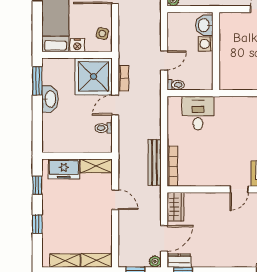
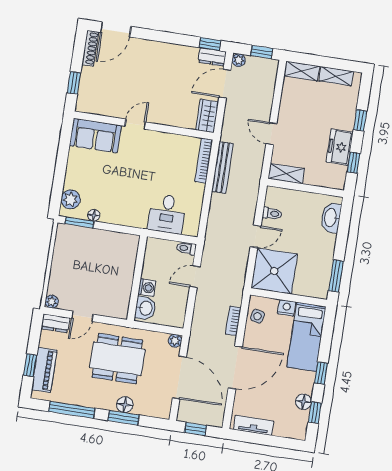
bookcase: (123, 78) -> (233, 321), moved
washbasin: (50, 99) -> (331, 218), moved
freezer: (64, 169) -> (340, 147), moved, turned -90

